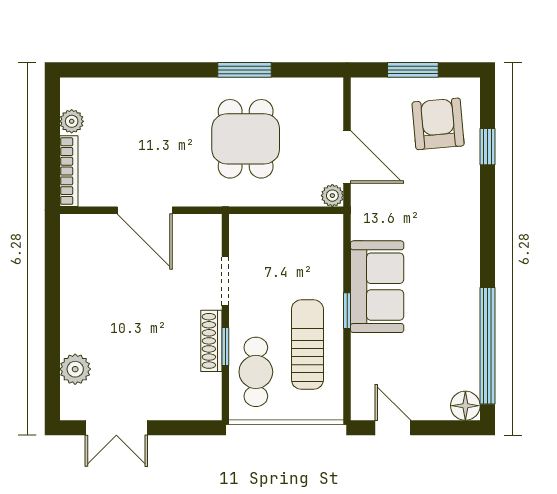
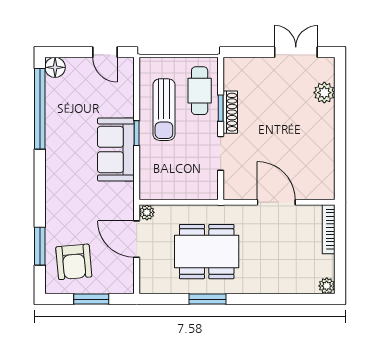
plant: (72, 121) -> (327, 286), moved
dining table: (246, 139) -> (207, 252), width x1.38
window: (487, 147) -> (40, 246), width x1.50

